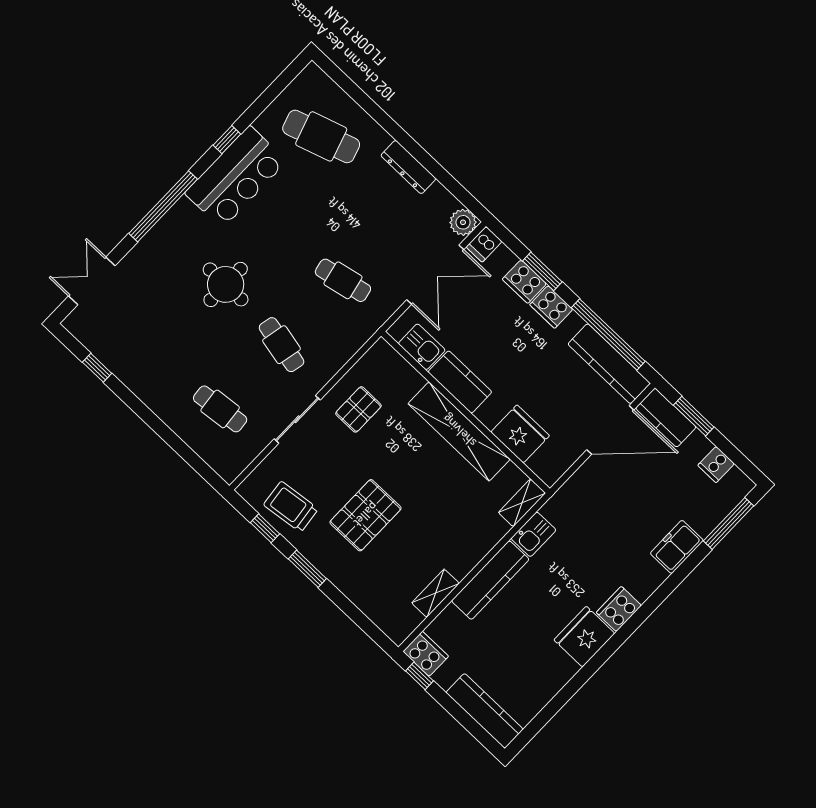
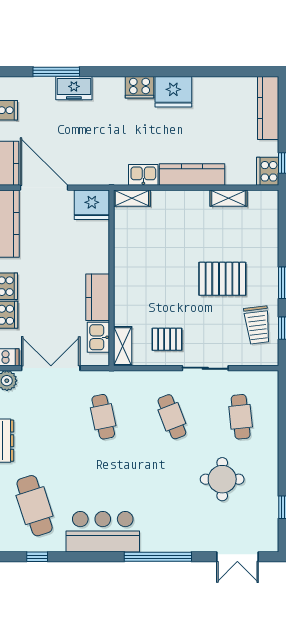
window: (227, 140) -> (37, 557), moved
round table: (226, 284) -> (222, 479), moved
cafe table: (282, 345) -> (172, 417), turned -33
shelving: (459, 431) -> (123, 346), moved, width x0.45, depth x0.75
fridge: (520, 434) -> (92, 205), moved, turned -90
window: (729, 523) -> (56, 72), moved

